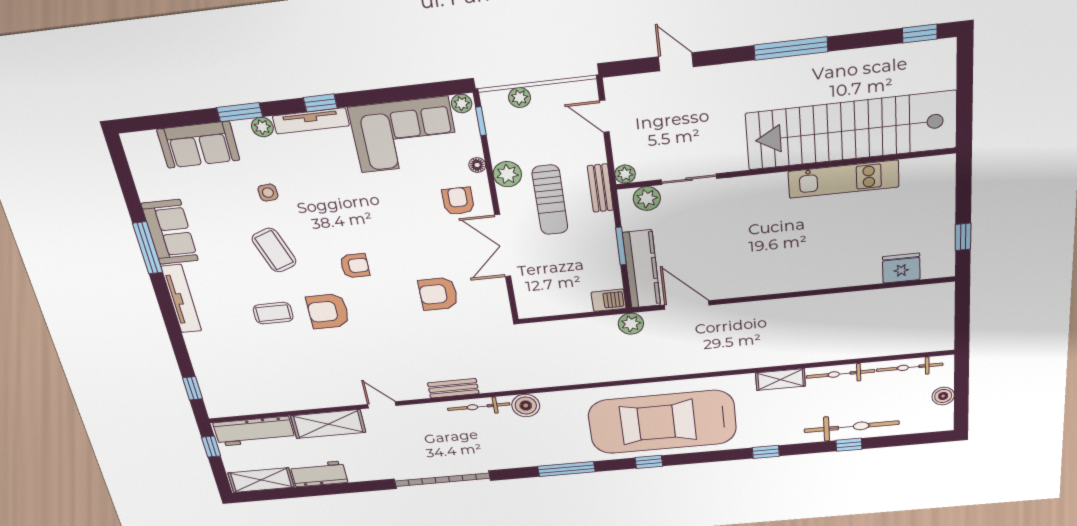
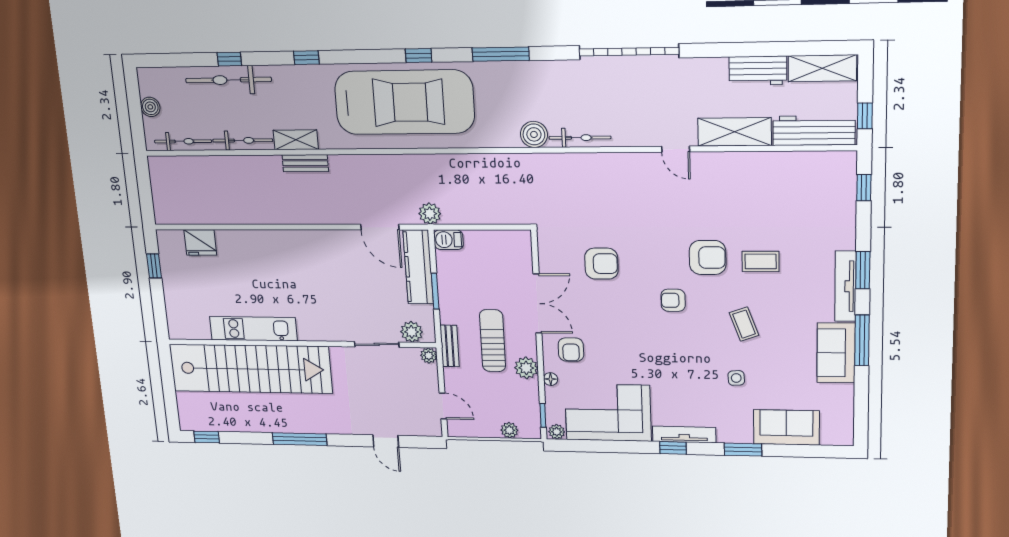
plant: (262, 127) -> (727, 435), removed
coffee table: (274, 250) -> (744, 324), width x0.73, depth x0.77
window: (169, 316) -> (863, 270), added
bench: (453, 388) -> (305, 163), moved

